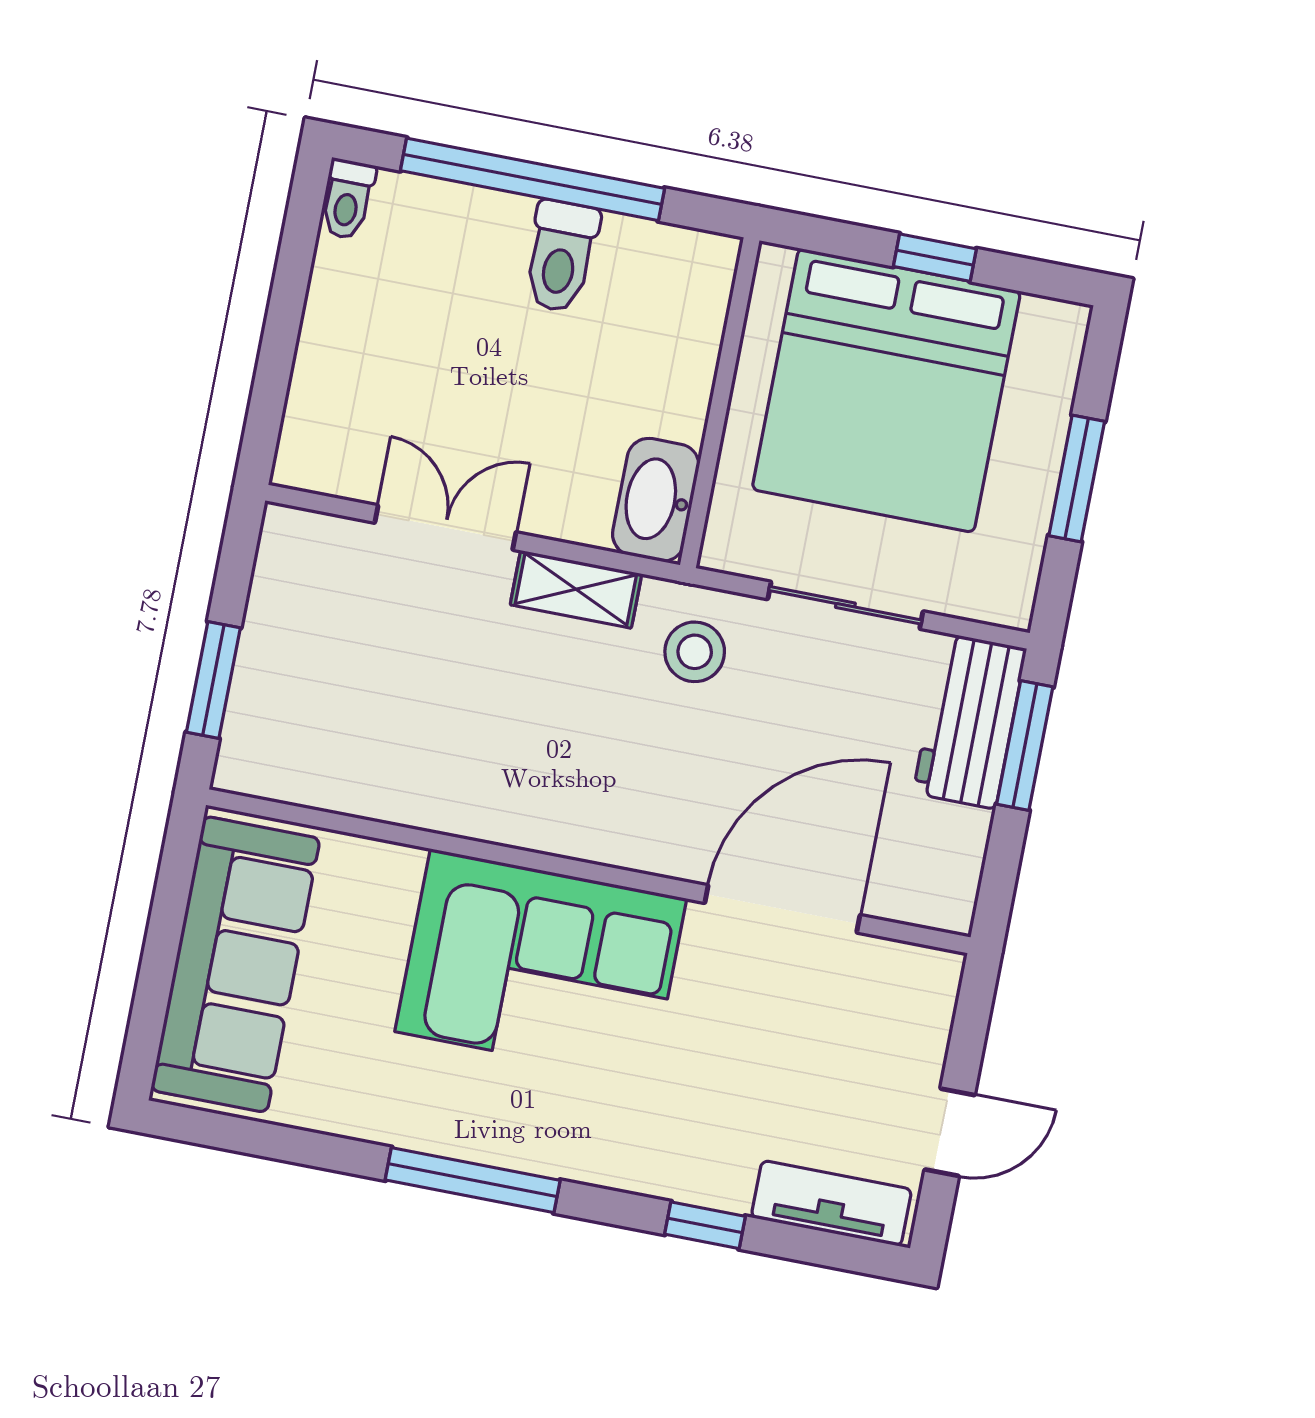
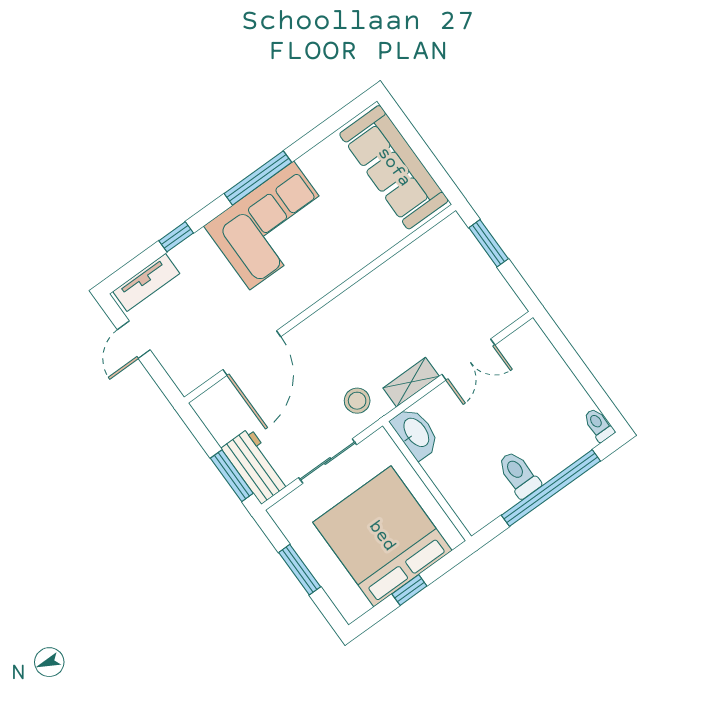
corner sofa: (541, 965) -> (272, 226), moved, turned 180

